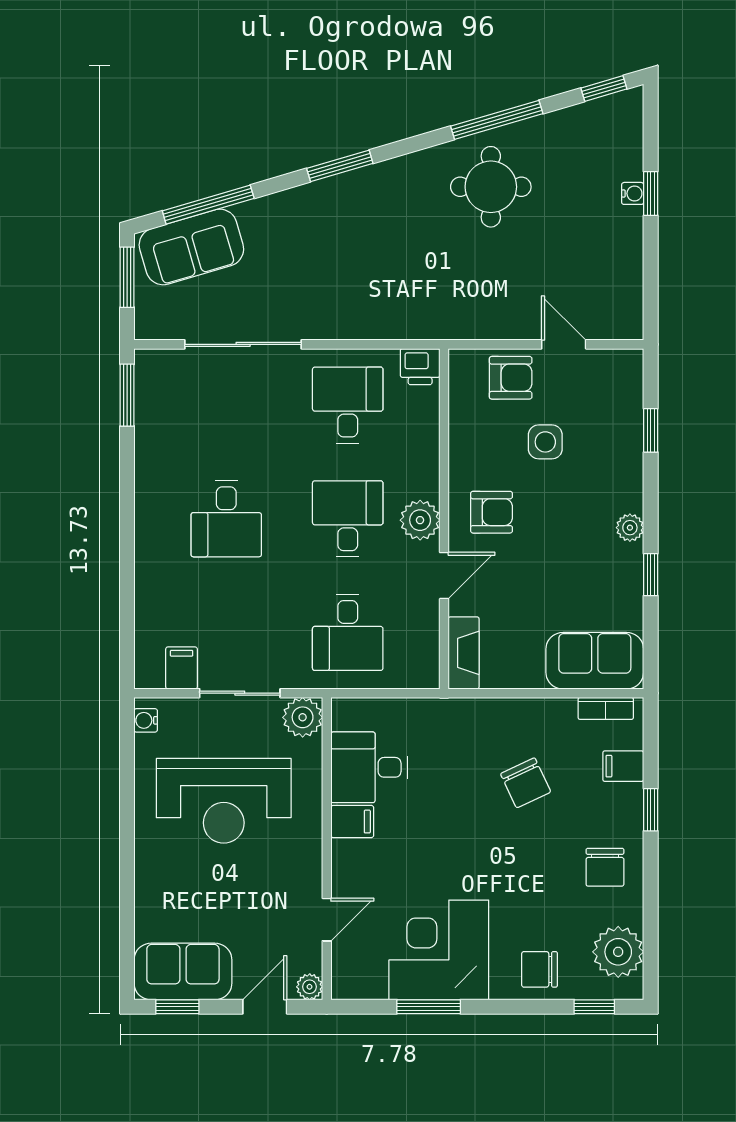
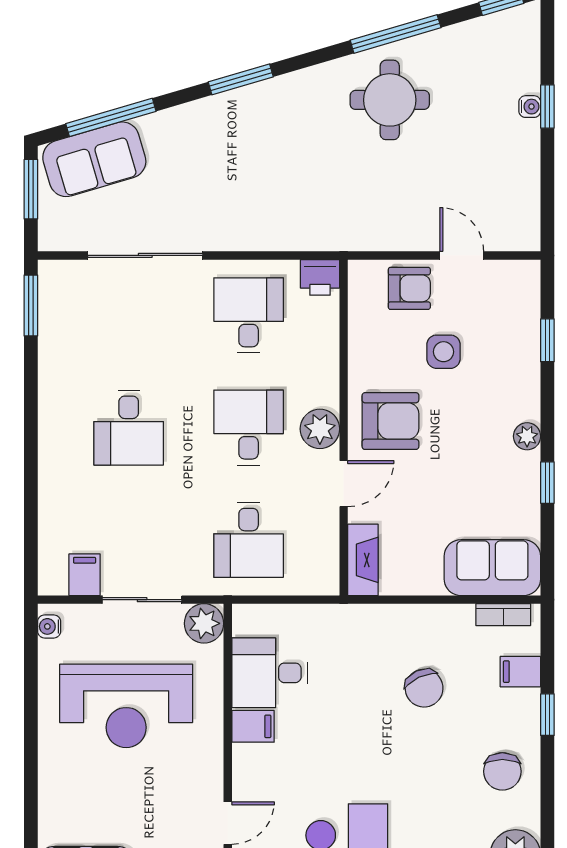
armchair: (492, 512) -> (390, 421), width x1.38, depth x1.38

